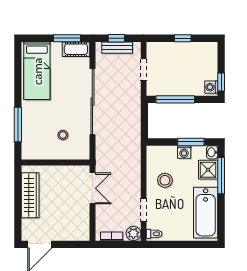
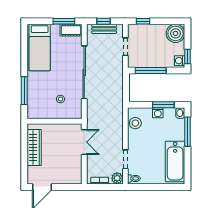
window: (183, 38) -> (143, 21), moved
boiler: (206, 53) -> (175, 33), added
shower: (208, 170) -> (177, 127), removed
stool: (165, 180) -> (135, 123), moved

